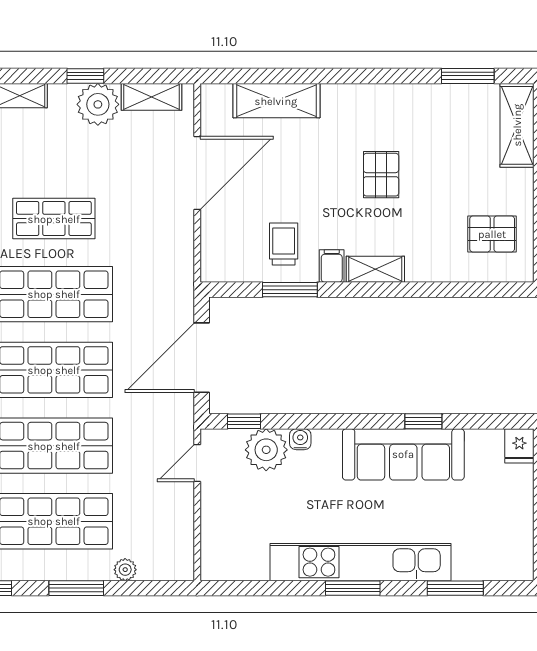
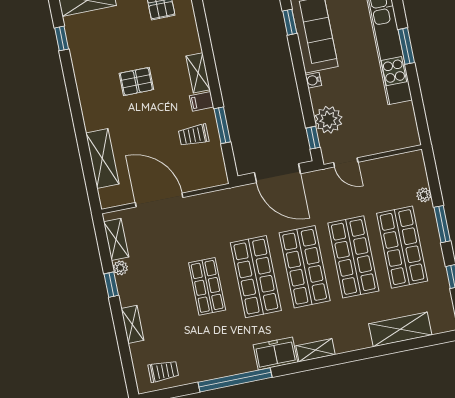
window: (468, 76) -> (62, 38), width x0.67
plant: (98, 104) -> (120, 268), width x0.53, depth x0.53
water cooler: (300, 439) -> (313, 80), moved

